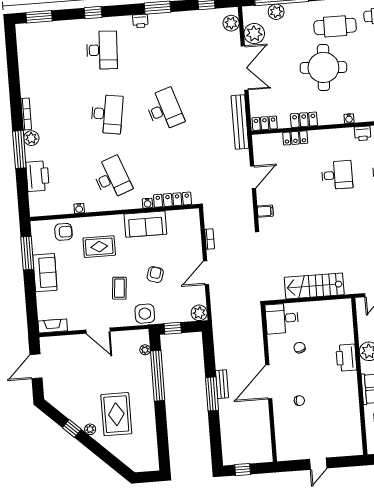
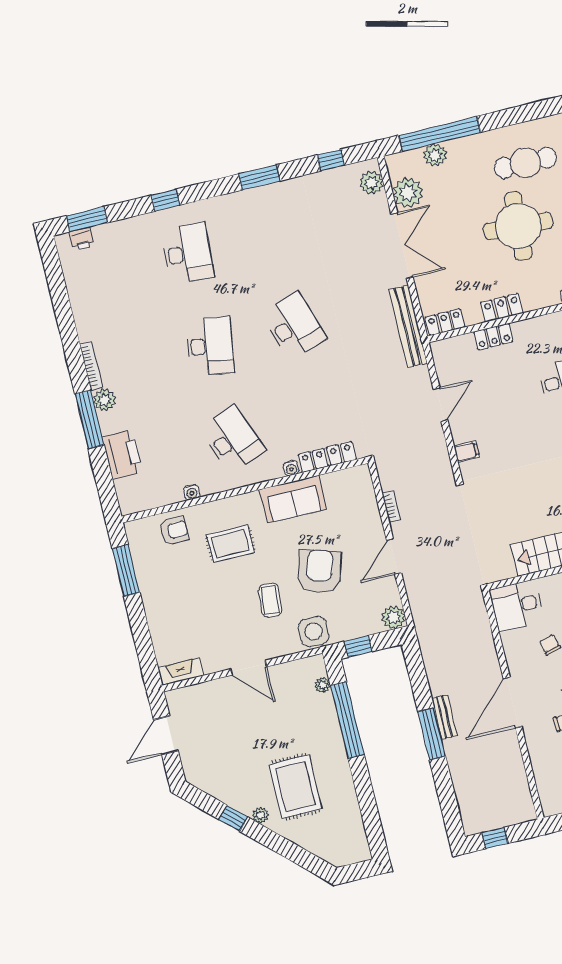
printer: (140, 21) -> (82, 239), moved
sofa: (45, 273) -> (157, 595), removed
armchair: (155, 275) -> (320, 571), width x1.88, depth x1.88

